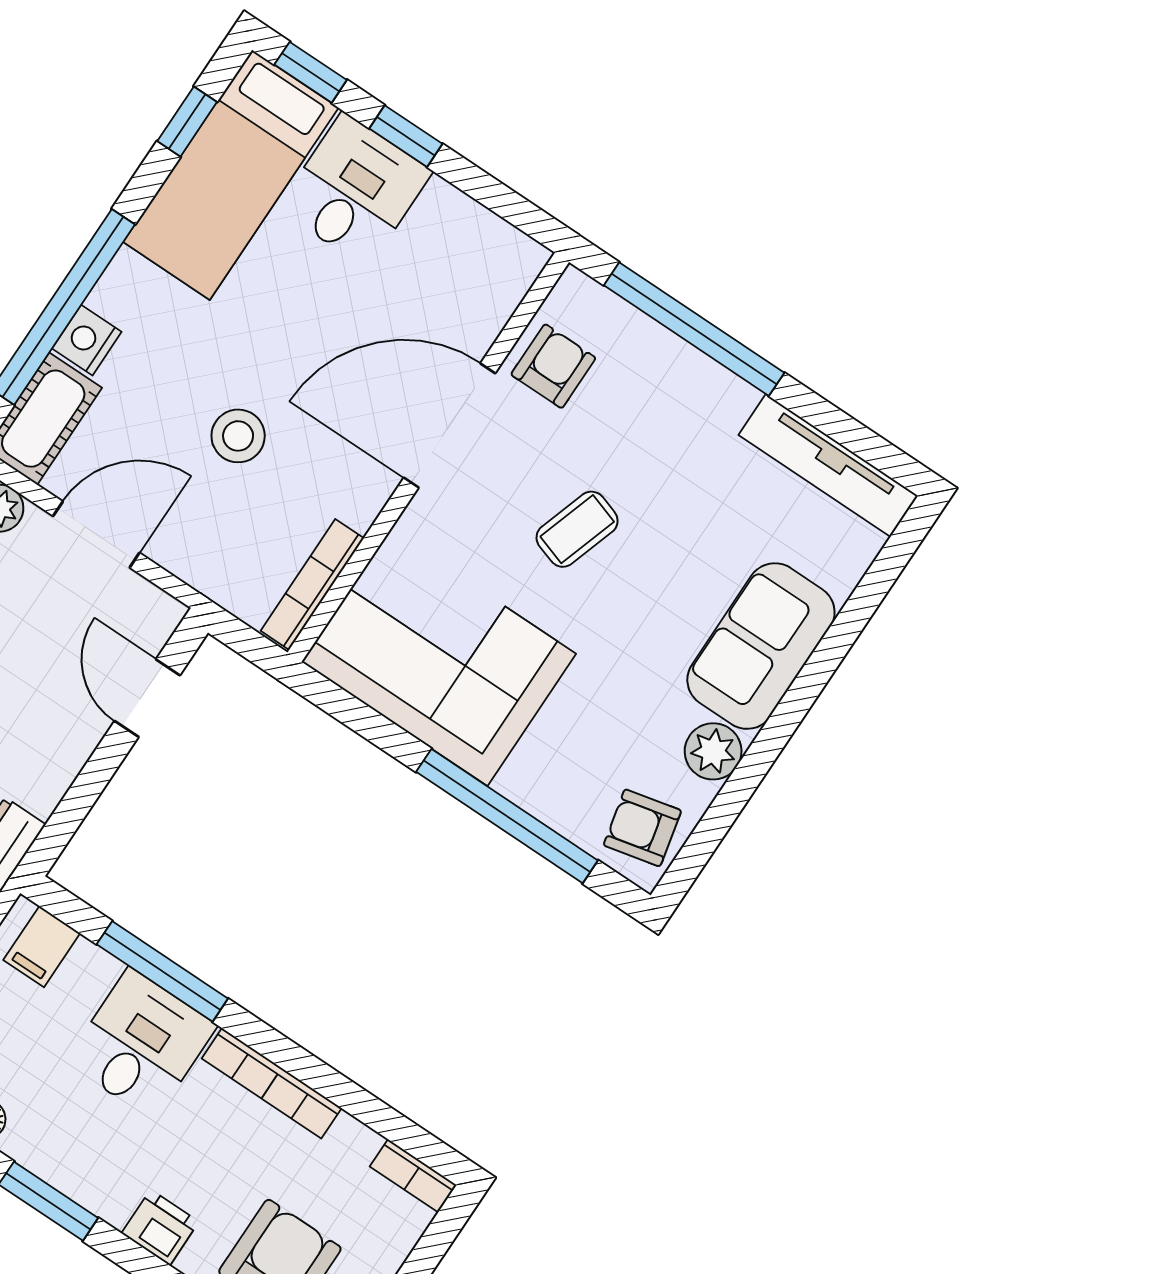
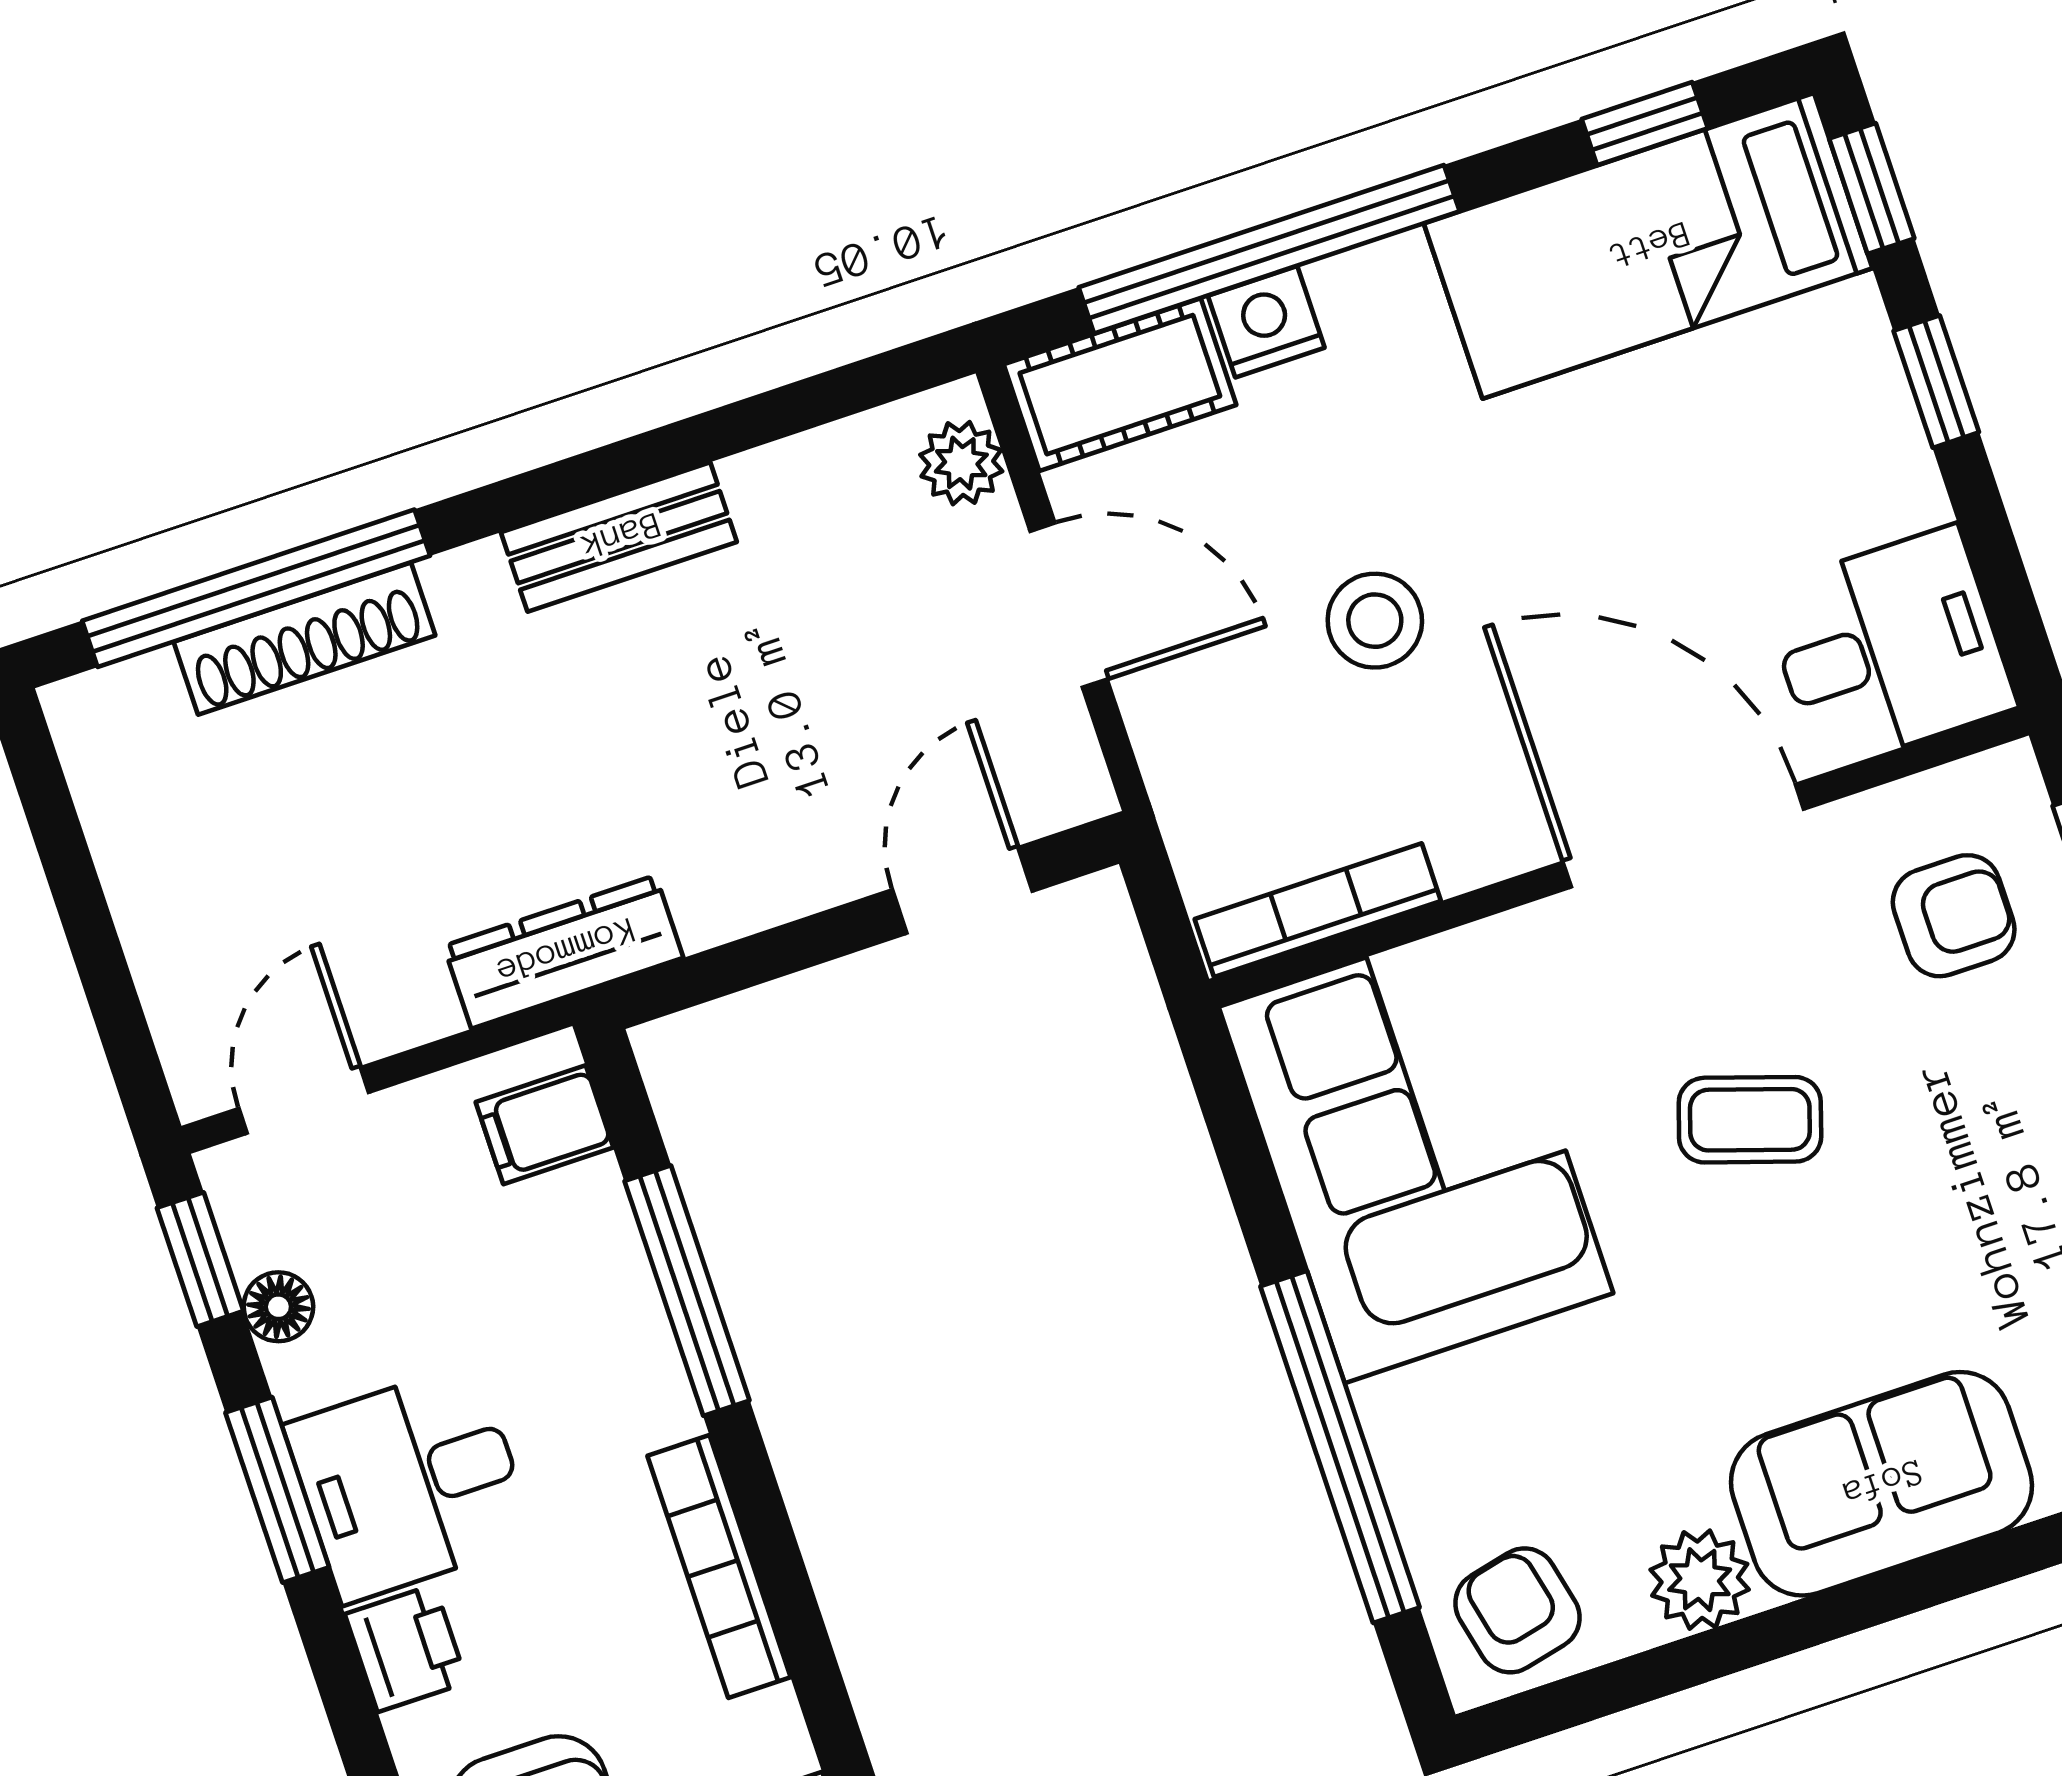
desk: (355, 190) -> (1888, 648), moved
armchair: (553, 366) -> (1954, 916), moved
desk: (141, 1044) -> (410, 1483), moved, turned 180

